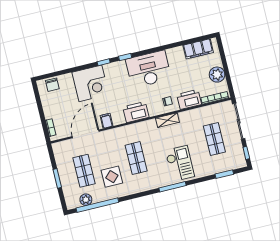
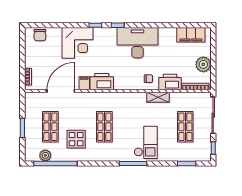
printer: (136, 112) -> (102, 82), moved
shelving: (167, 120) -> (158, 97), moved

